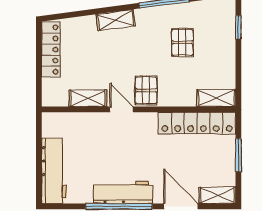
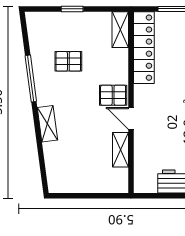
window: (238, 27) -> (72, 9), moved
locker: (51, 50) -> (75, 184), removed
door: (121, 109) -> (131, 118), hinge flipped

